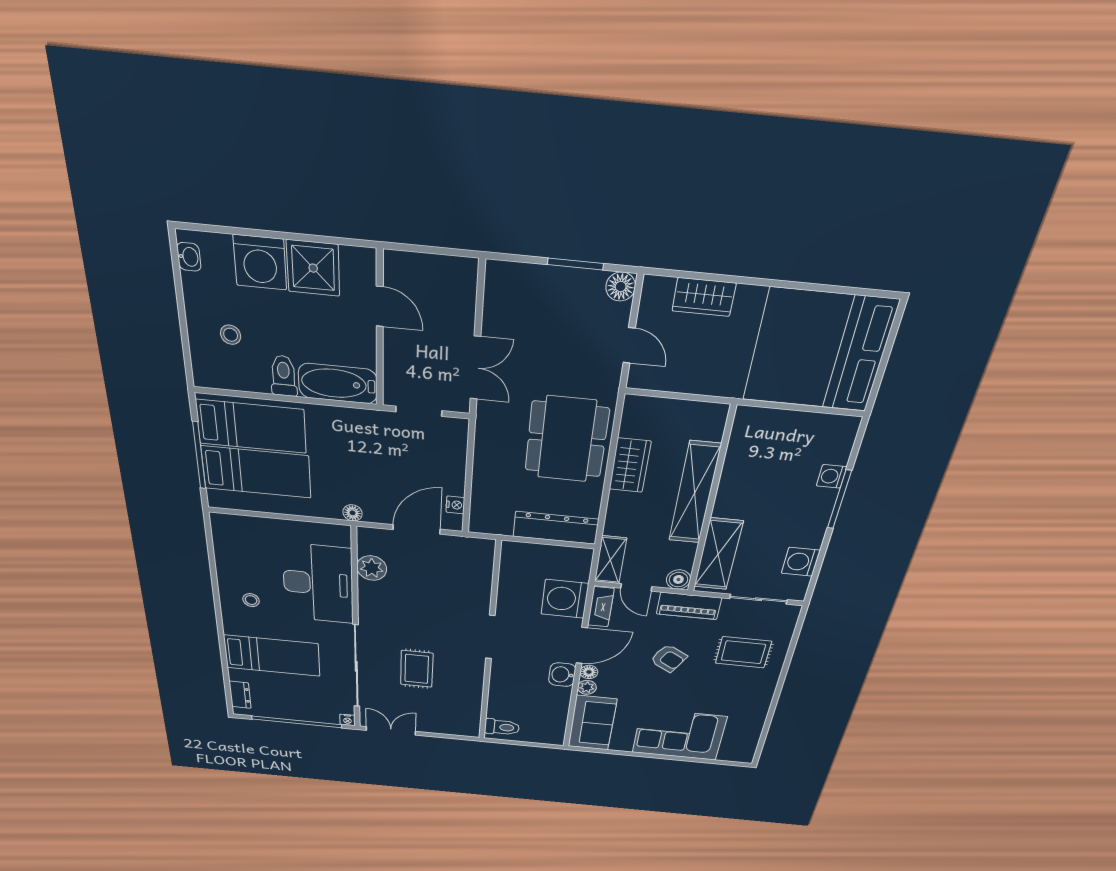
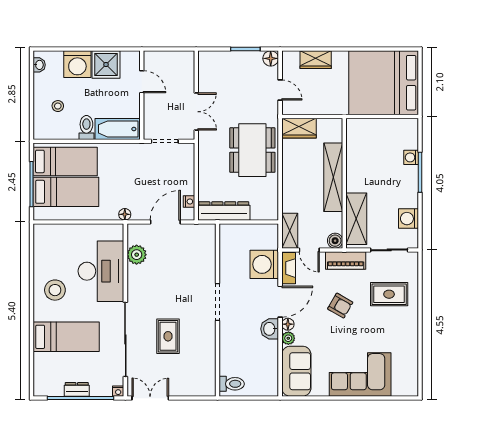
wardrobe: (630, 465) -> (299, 128), moved, turned 90
dresser: (556, 528) -> (224, 211), moved
stool: (251, 600) -> (55, 290), width x1.89, depth x1.89
dresser: (240, 695) -> (77, 389), moved, turned -90

